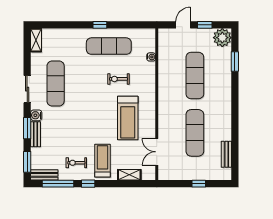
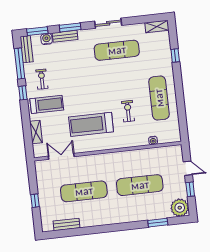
window: (100, 25) -> (175, 55), moved
water cooler: (36, 115) -> (47, 39), moved

